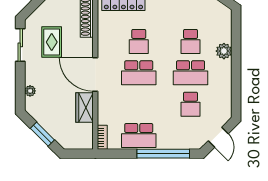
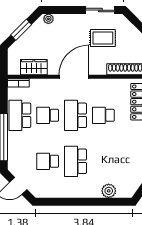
school desk: (191, 41) -> (48, 115), moved
plant: (224, 51) -> (109, 191), moved
plant: (30, 91) -> (48, 19), moved
wardrobe: (84, 107) -> (34, 67), moved

